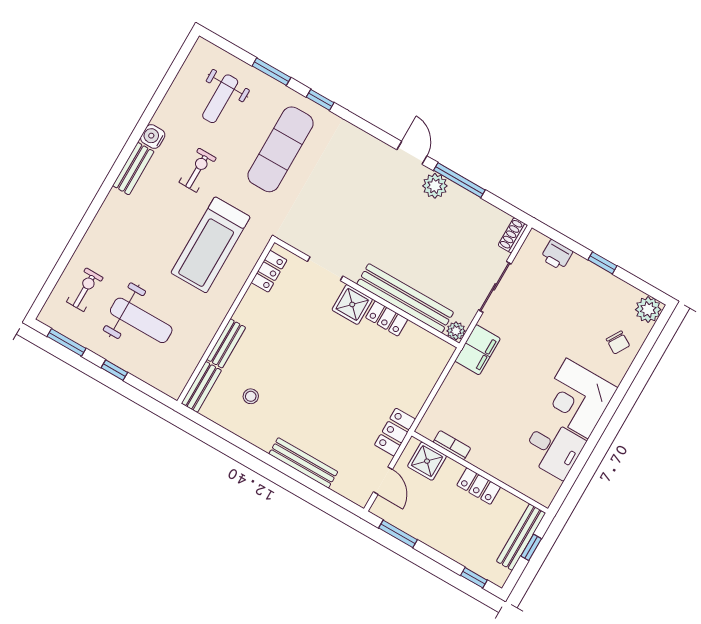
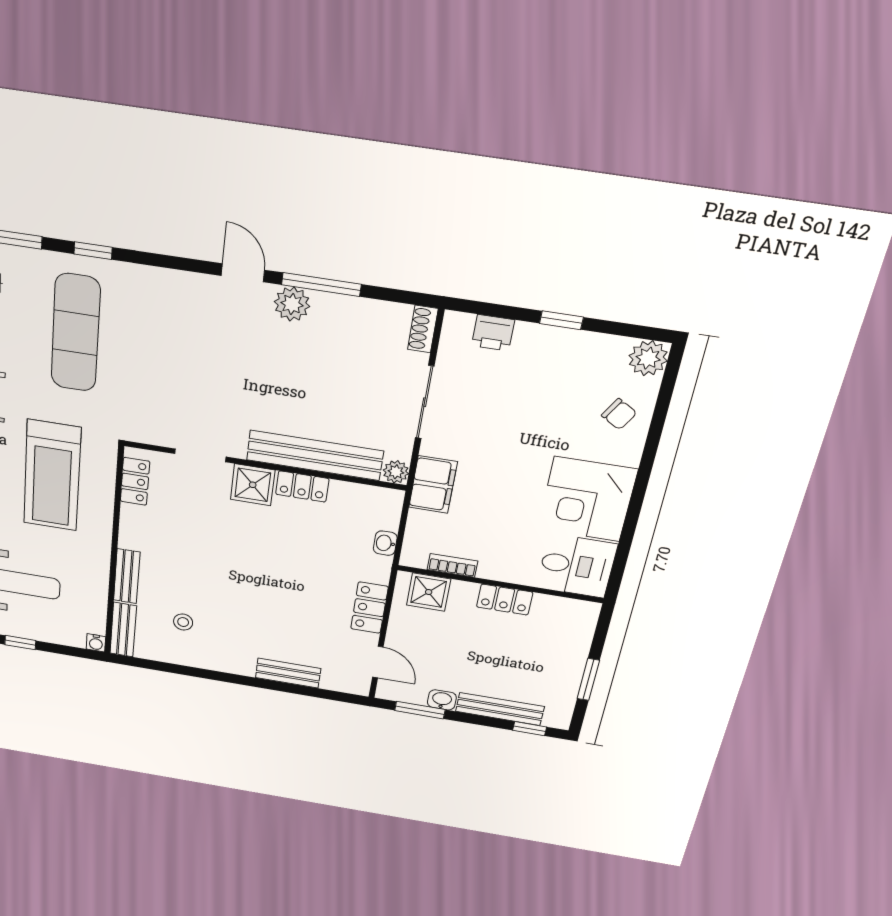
washbasin: (427, 383) -> (385, 543), added
water cooler: (174, 391) -> (96, 643), added
bookcase: (452, 445) -> (452, 565), moved
shower: (427, 461) -> (429, 592), moved
bench: (303, 463) -> (288, 673), width x0.73
wall: (480, 472) -> (500, 584), moved
locker: (479, 486) -> (505, 600), moved
washbasin: (418, 530) -> (442, 700), added
bench: (521, 537) -> (500, 709), moved, turned 90
window: (531, 547) -> (588, 679), width x1.50

